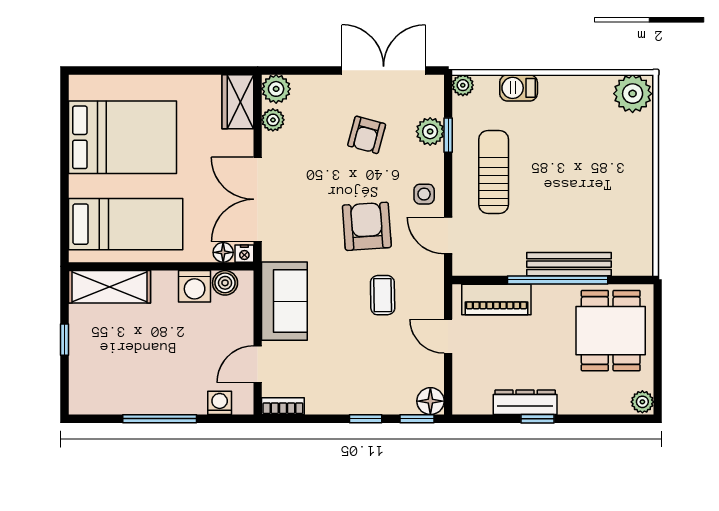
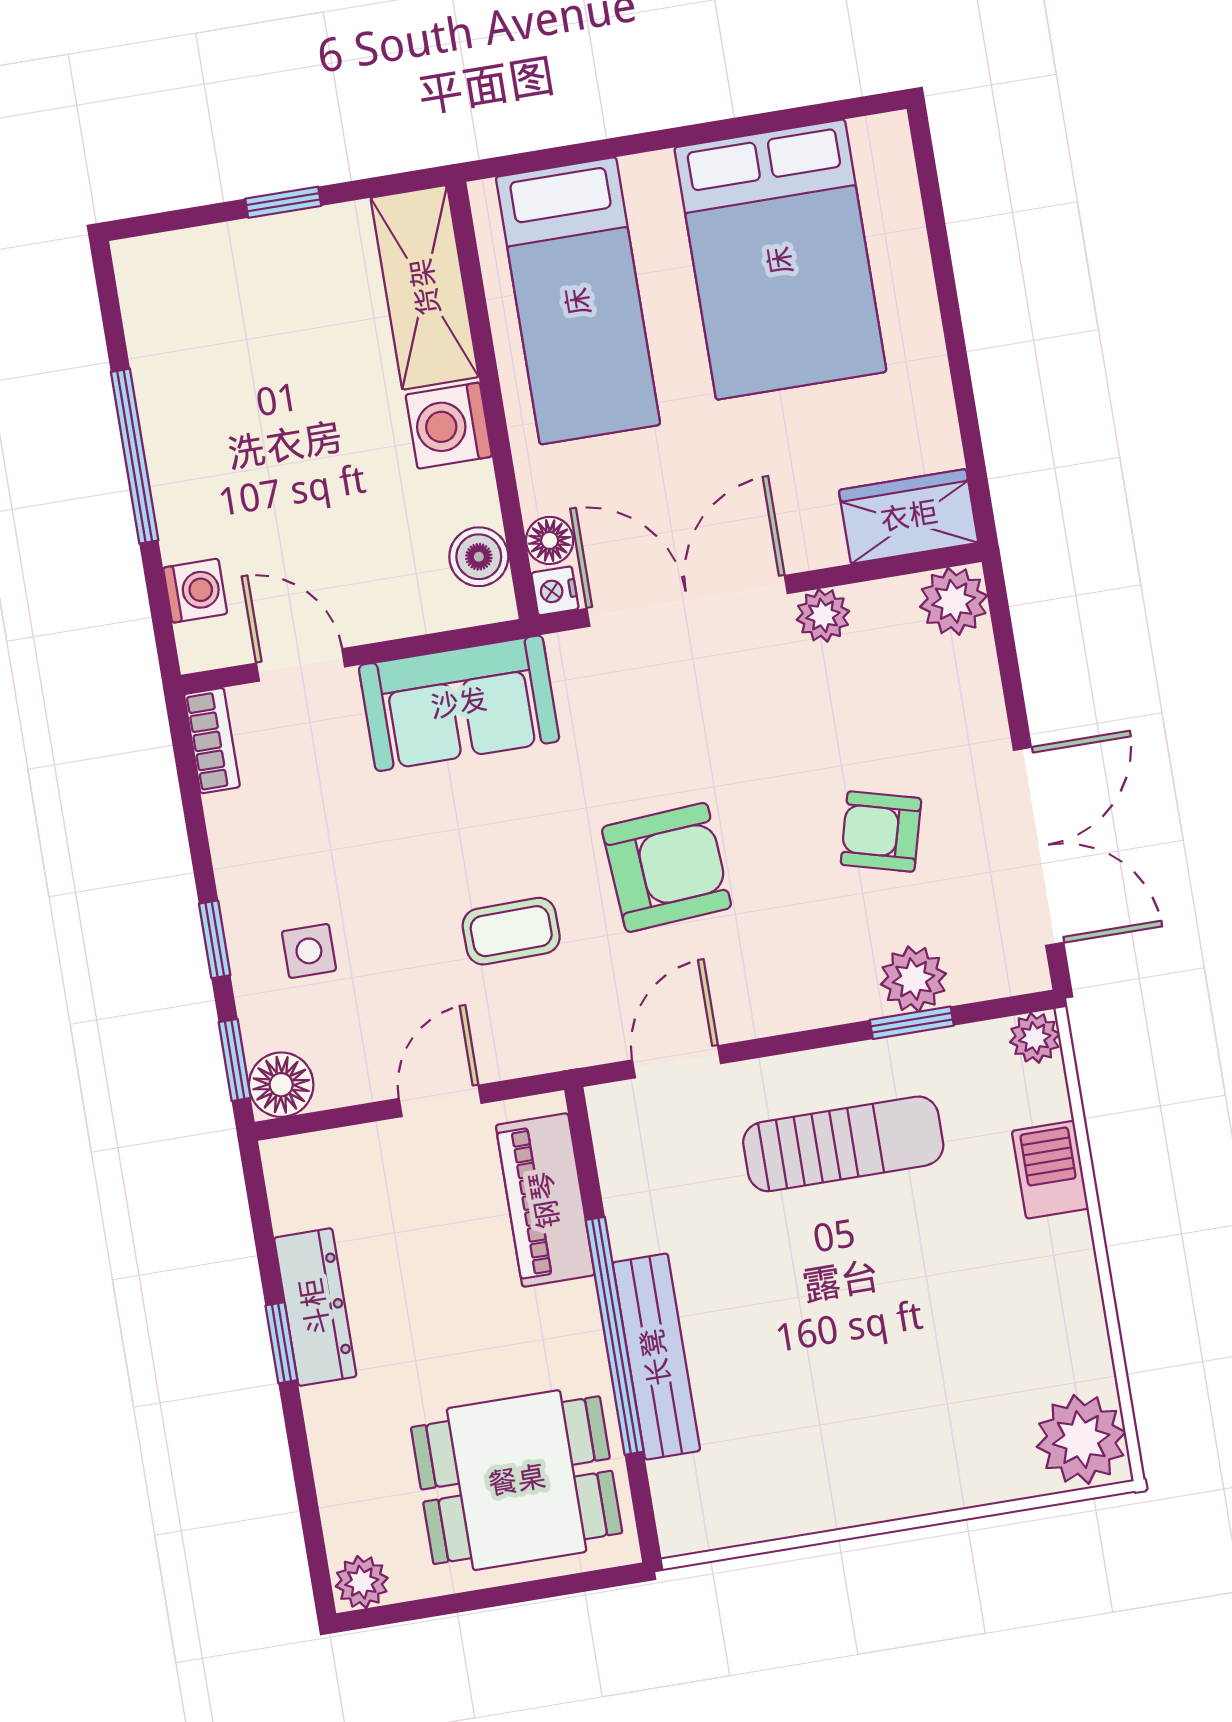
plant: (273, 120) -> (823, 615), moved
side table: (424, 194) -> (309, 951), moved
washing machine: (195, 286) -> (449, 426), moved

